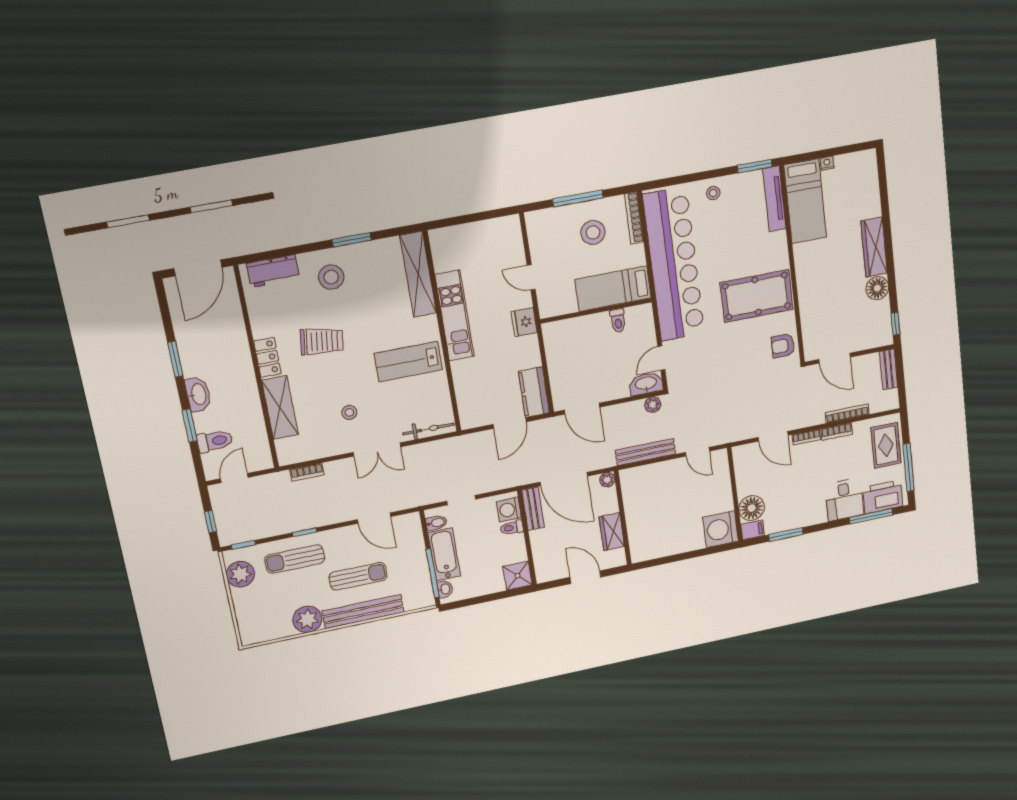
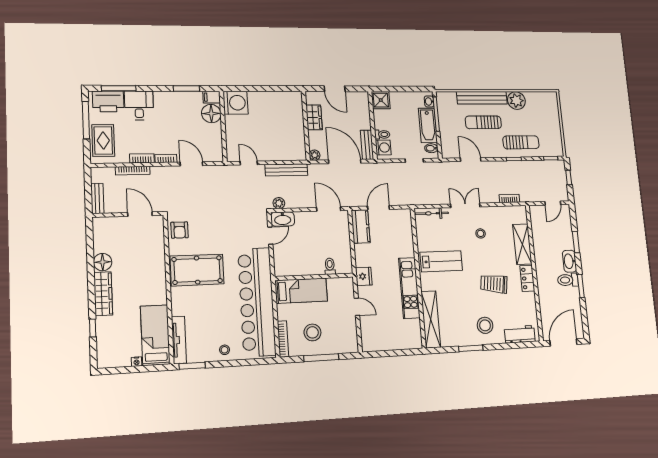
toilet: (618, 321) -> (330, 266), moved
window: (896, 324) -> (93, 328), moved
armchair: (783, 346) -> (180, 230), turned 90
toilet: (215, 441) -> (568, 280), moved
plant: (240, 574) -> (554, 139), removed

